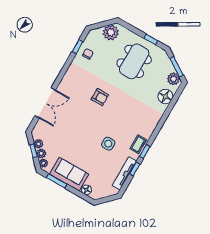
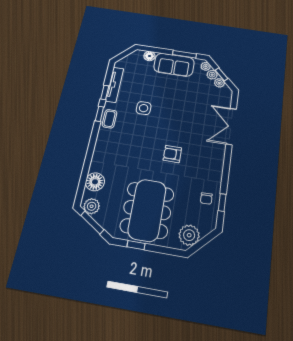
dining table: (134, 61) -> (147, 210), width x1.36, depth x1.24

